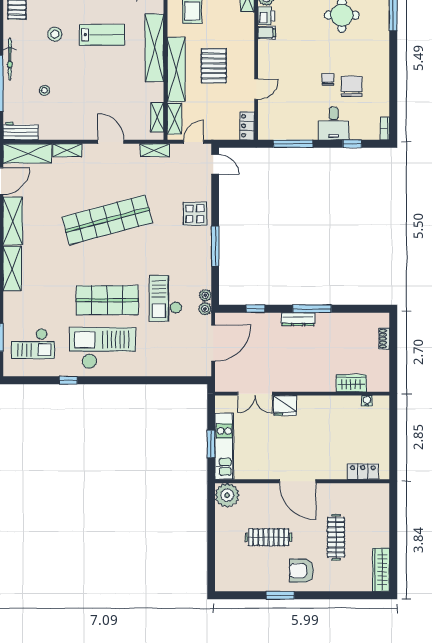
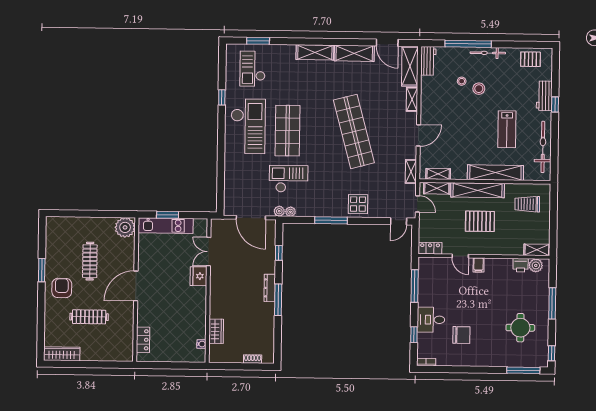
filing cabinet: (267, 33) -> (479, 265), moved
stool: (55, 34) -> (479, 89), moved
chair: (328, 79) -> (467, 315), removed

